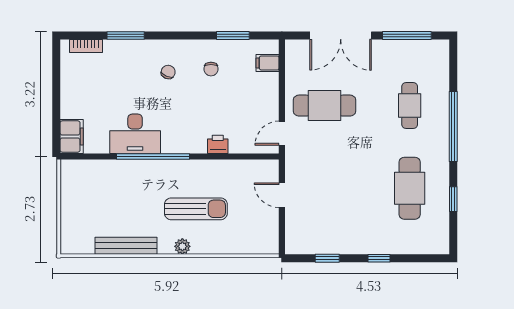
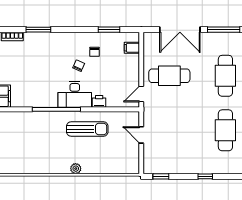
chair: (168, 72) -> (79, 66), moved
cafe table: (410, 106) -> (225, 76), width x1.37, depth x1.35
desk: (135, 134) -> (75, 94), moved
sun lounger: (196, 209) -> (87, 129), moved
bench: (126, 246) -> (39, 168), removed
window: (327, 258) -> (161, 176), moved

